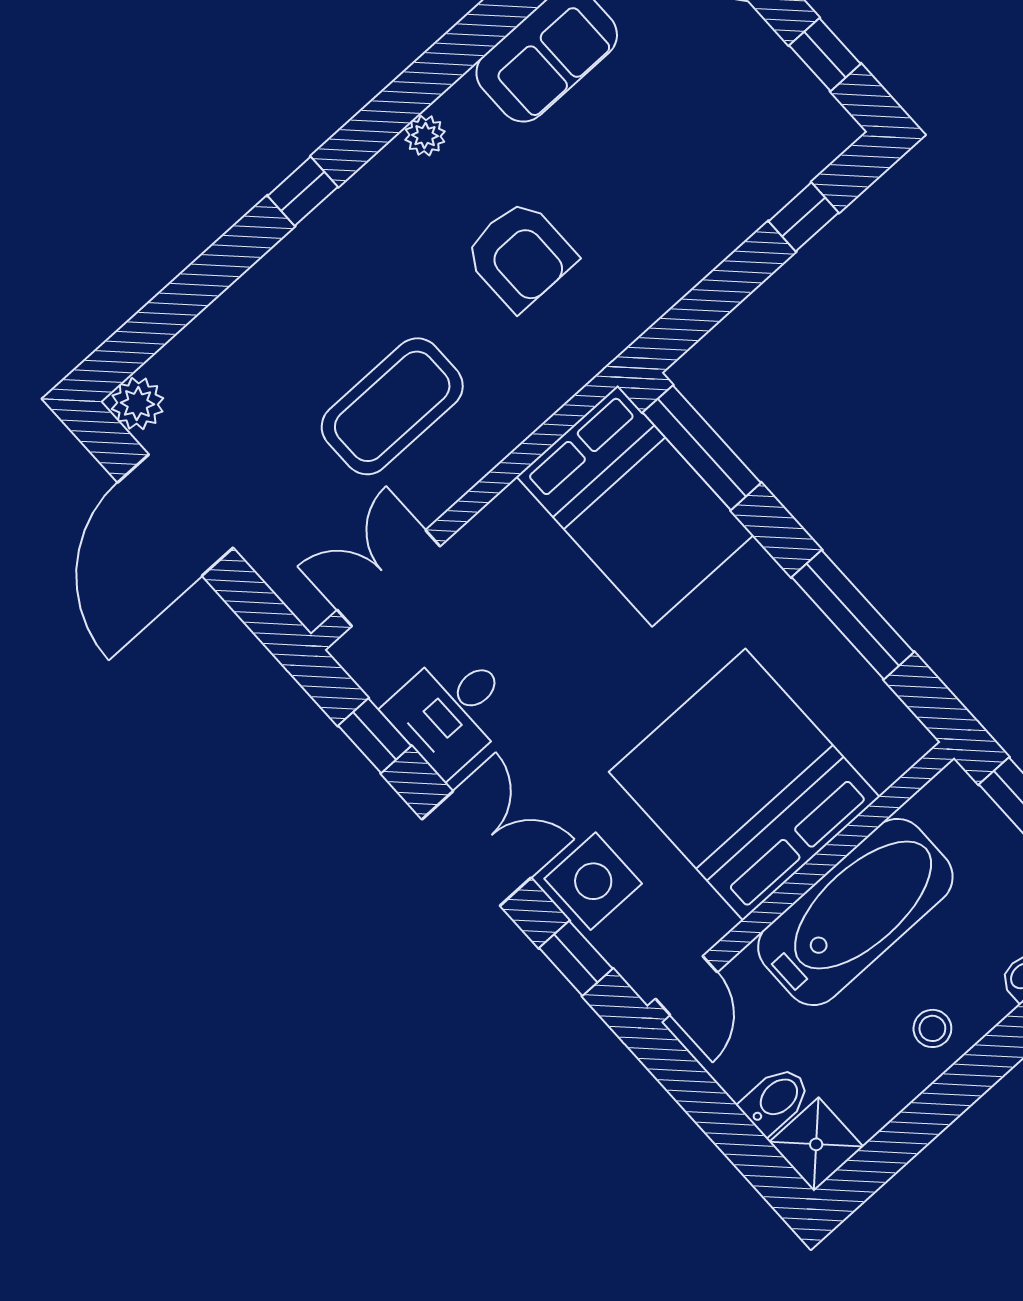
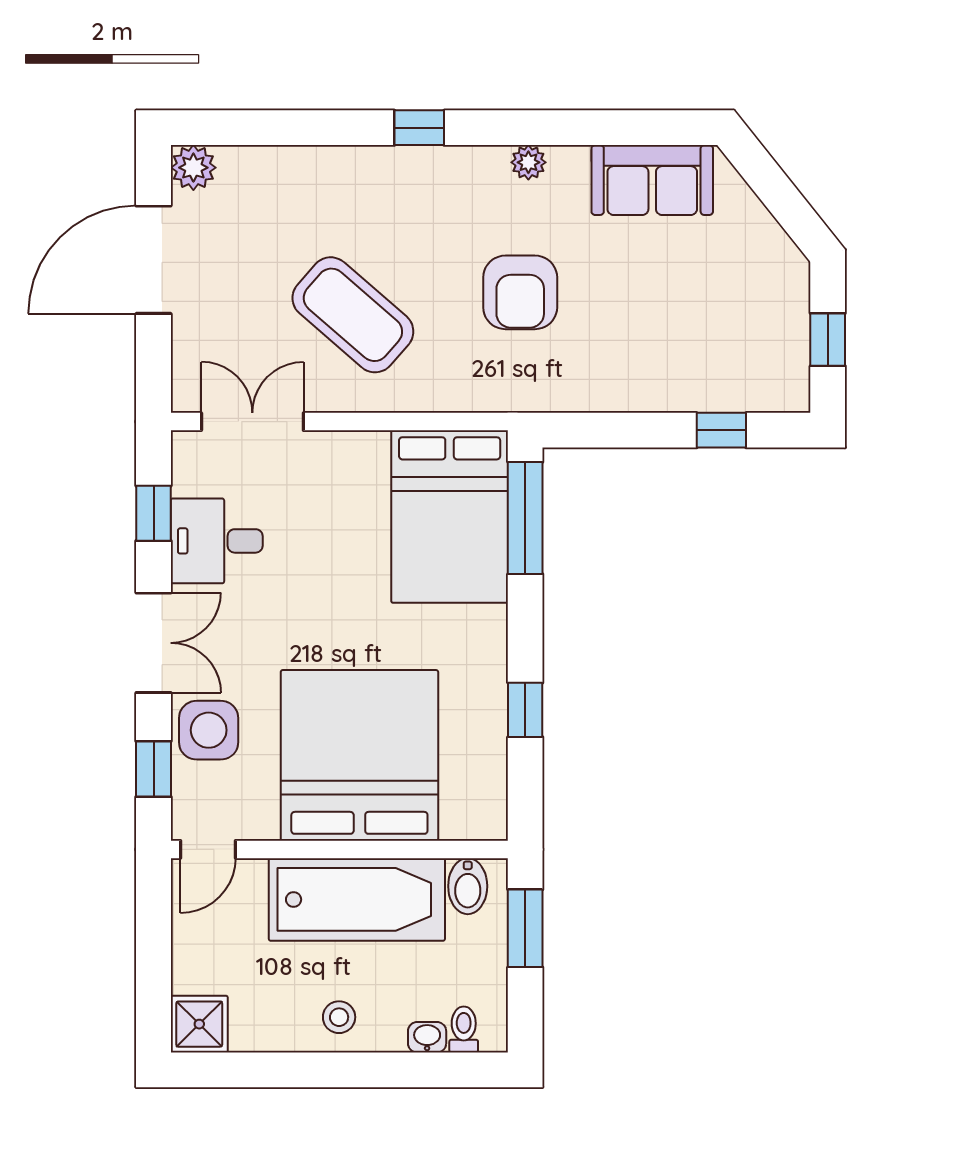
coffee table: (392, 406) -> (353, 315), turned 41
window: (853, 615) -> (525, 710), width x0.46
bidet: (776, 1100) -> (468, 886), moved, turned 90

